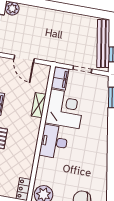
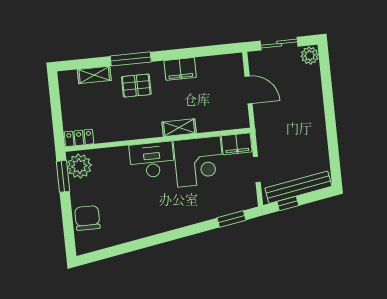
door: (24, 59) -> (249, 90), swing flipped
shelving: (39, 105) -> (179, 128), moved

